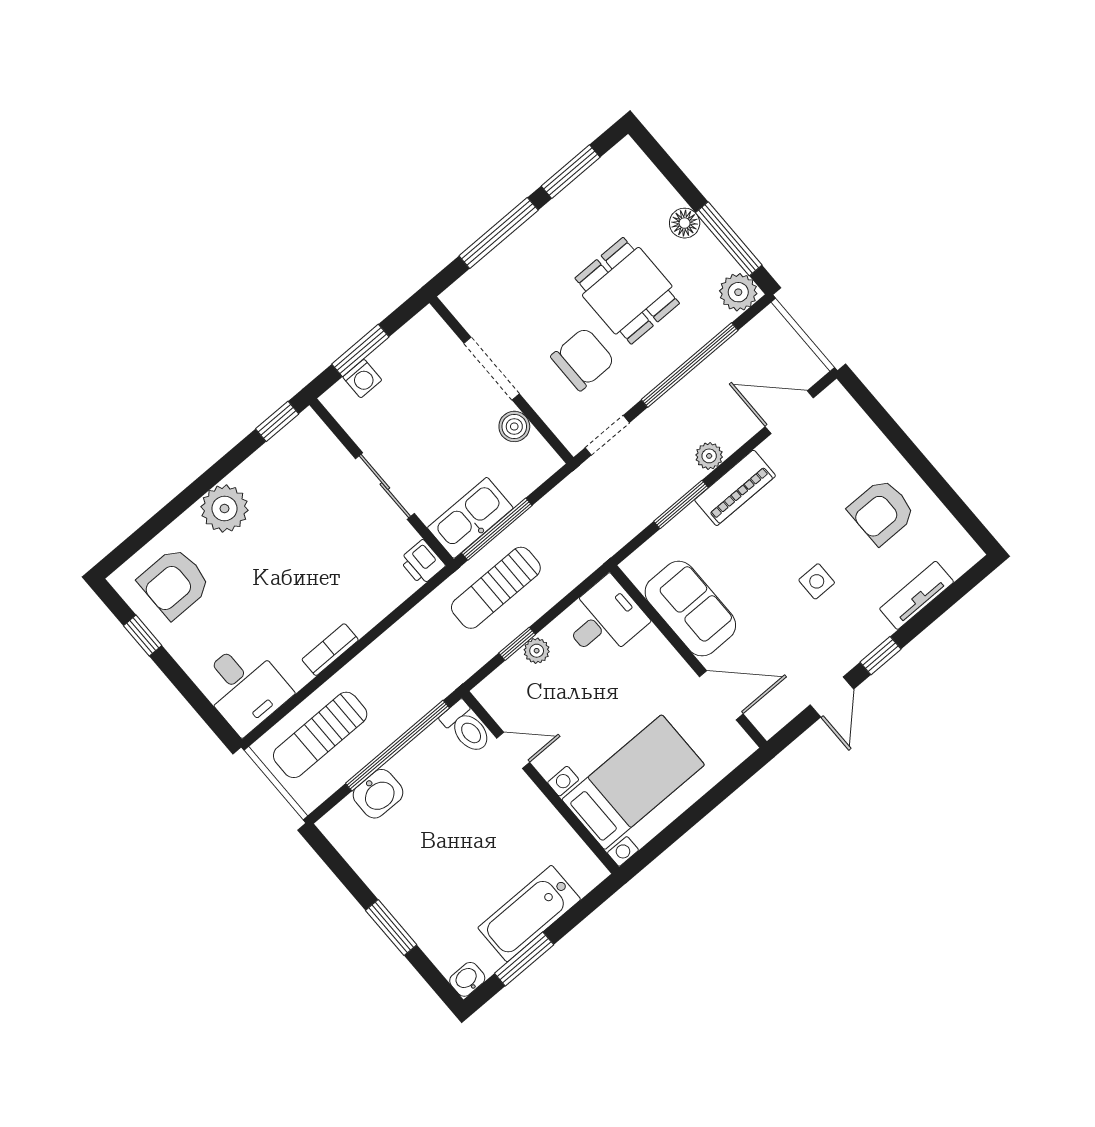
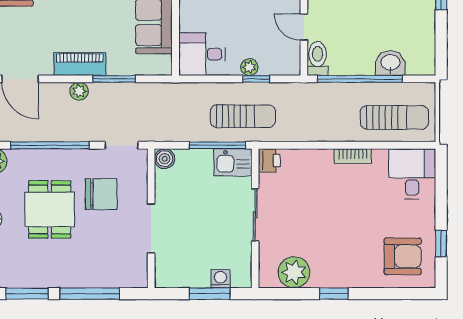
chair: (583, 359) -> (101, 194), turned 180
window: (277, 421) -> (334, 294), moved
boiler: (514, 426) -> (165, 159), moved
plant: (224, 509) -> (294, 272), moved
kitchen sink: (470, 518) -> (233, 162), width x0.73

